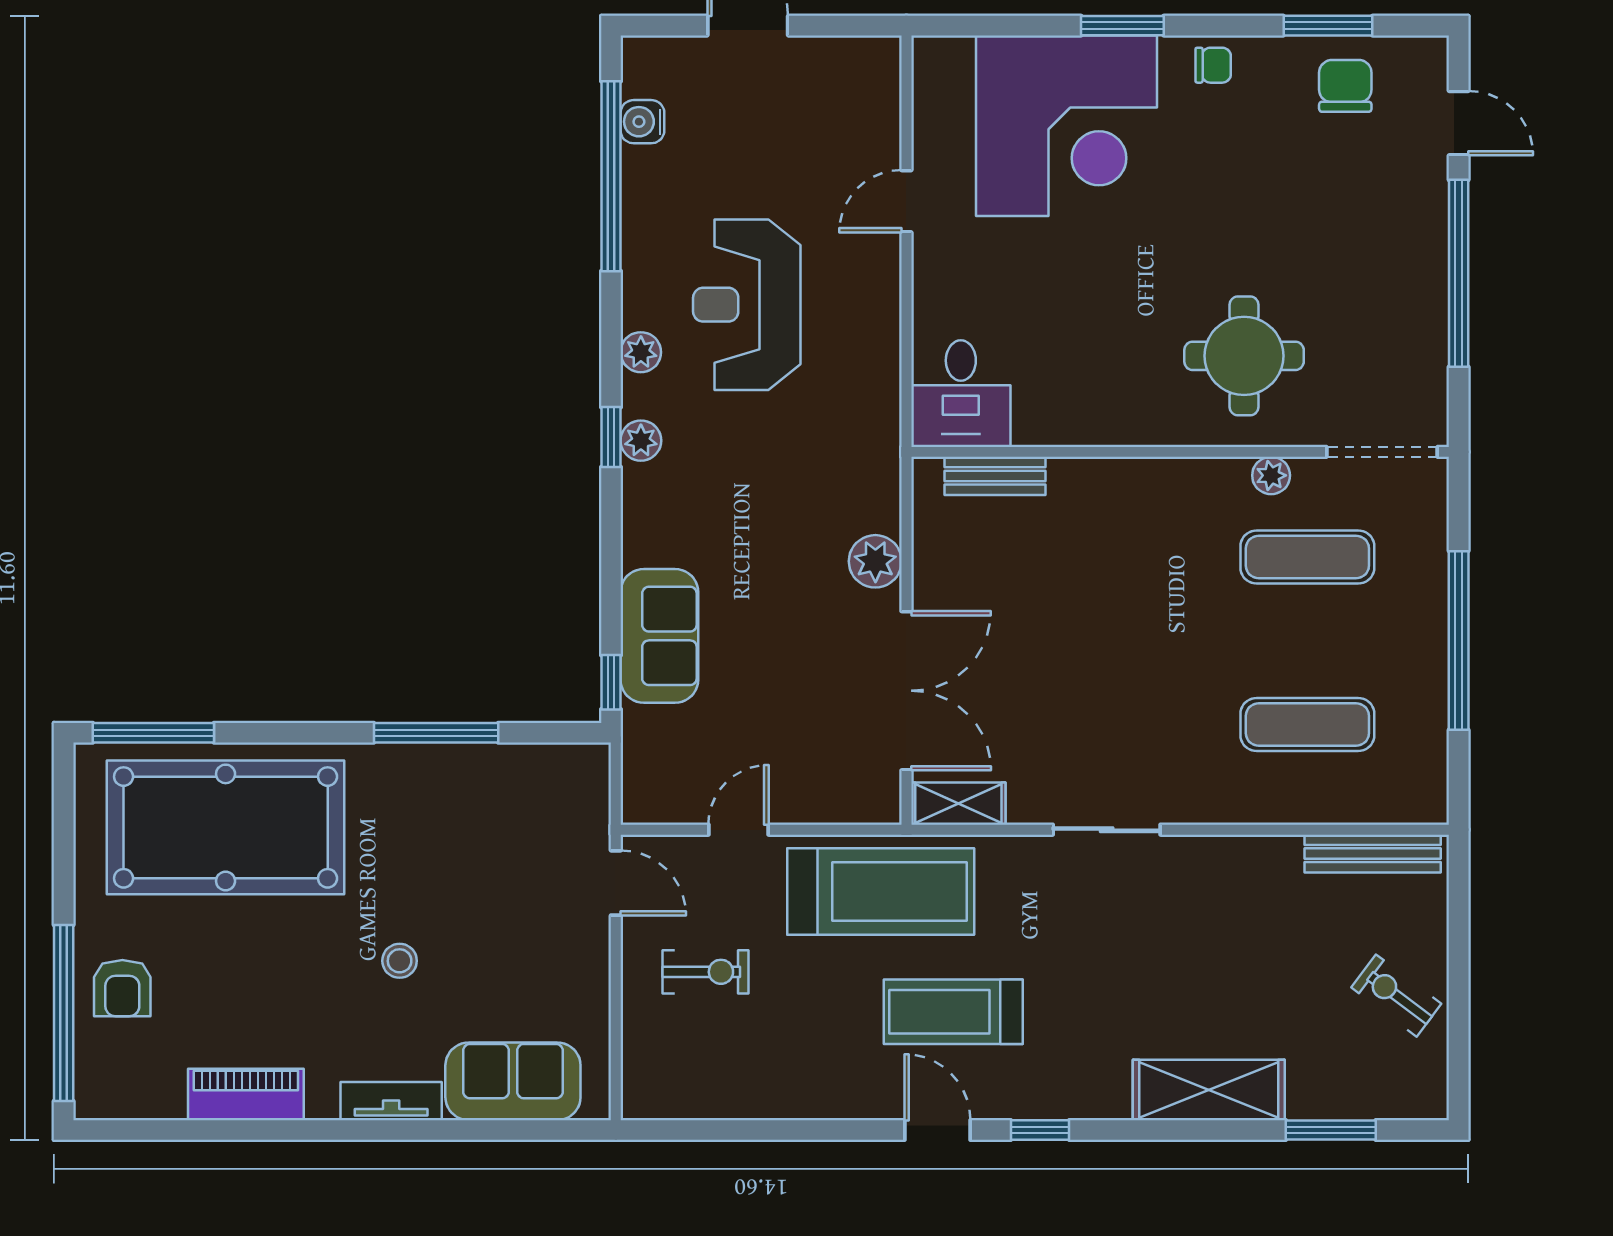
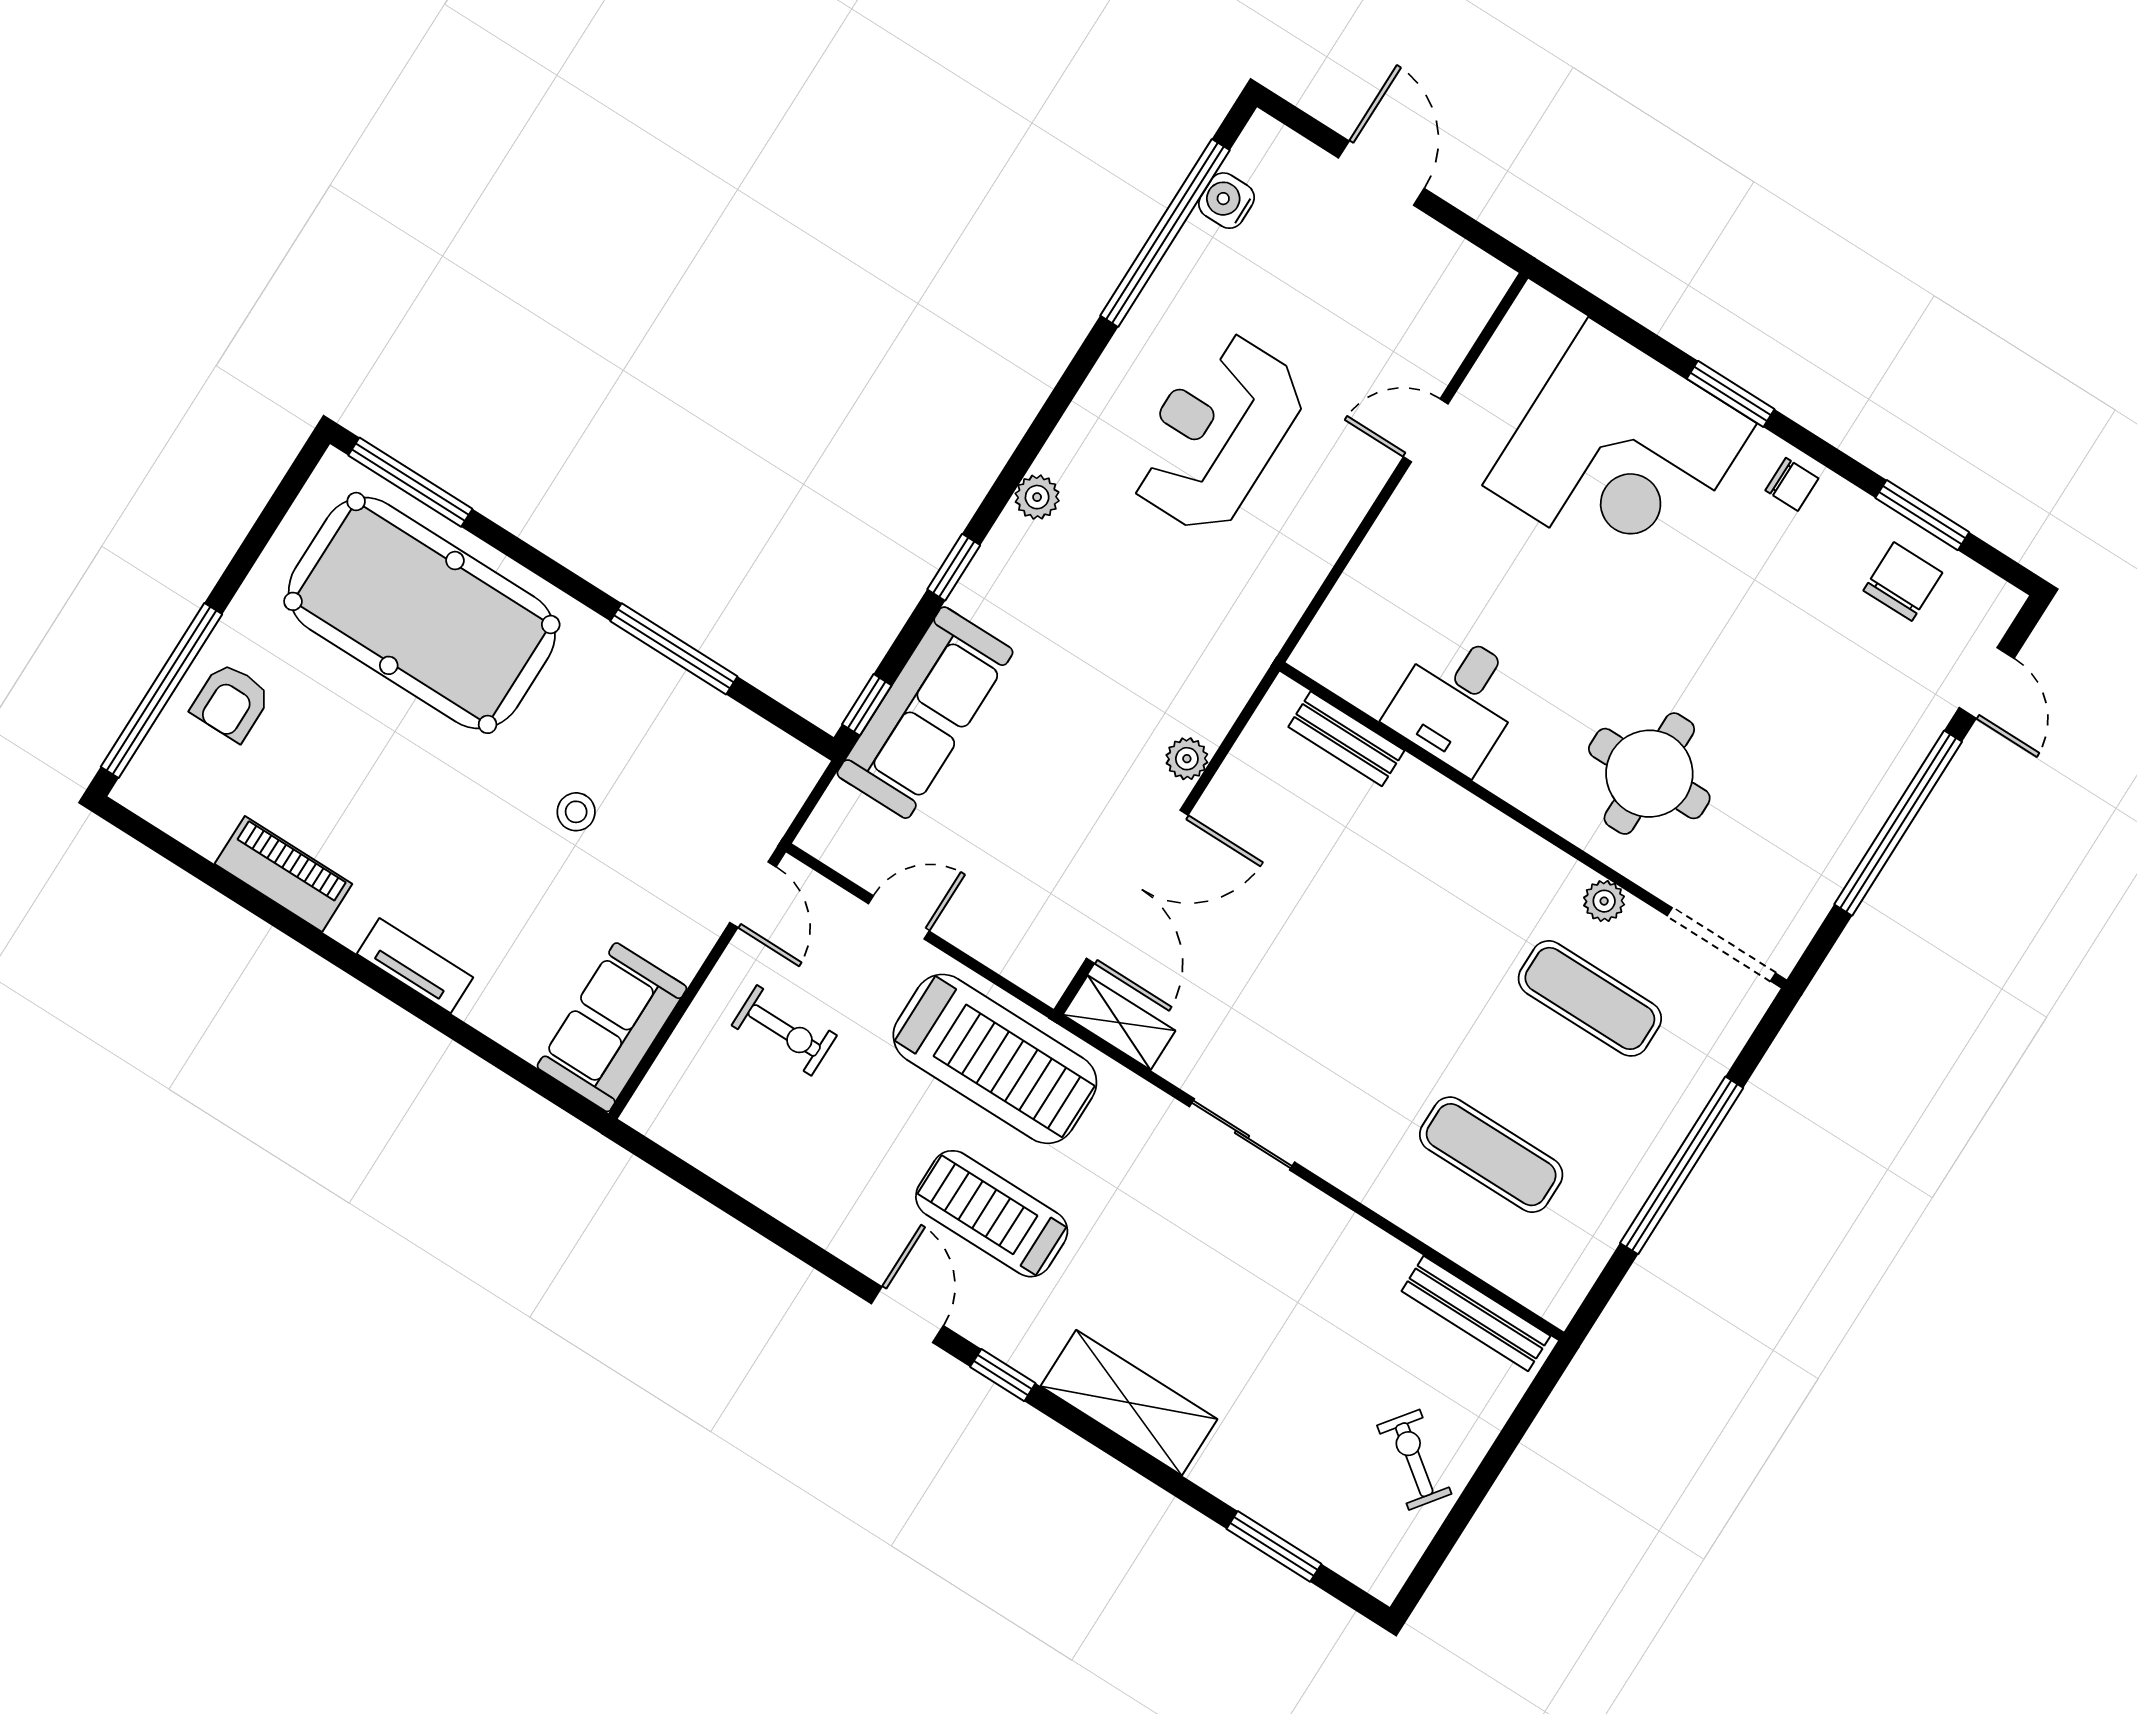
plant: (641, 352) -> (1089, 415), removed
desk: (961, 394) -> (1457, 701), moved
window: (611, 437) -> (954, 567), moved
plant: (875, 561) -> (1187, 759), width x0.73, depth x0.73
sofa: (659, 636) -> (925, 713), width x1.36
stool: (400, 961) -> (576, 812), moved
sofa: (513, 1081) -> (612, 1027), moved, turned -90
shelving: (1209, 1090) -> (1129, 1403), moved

